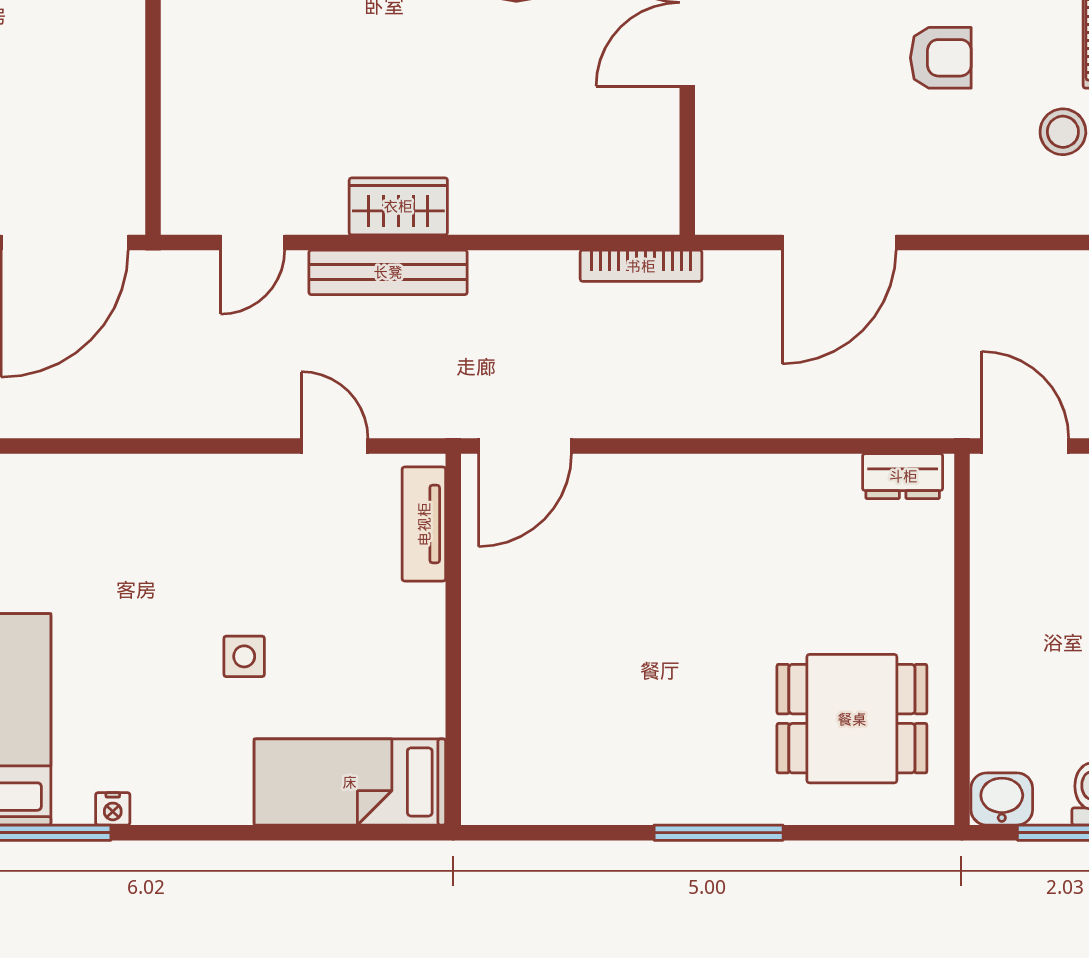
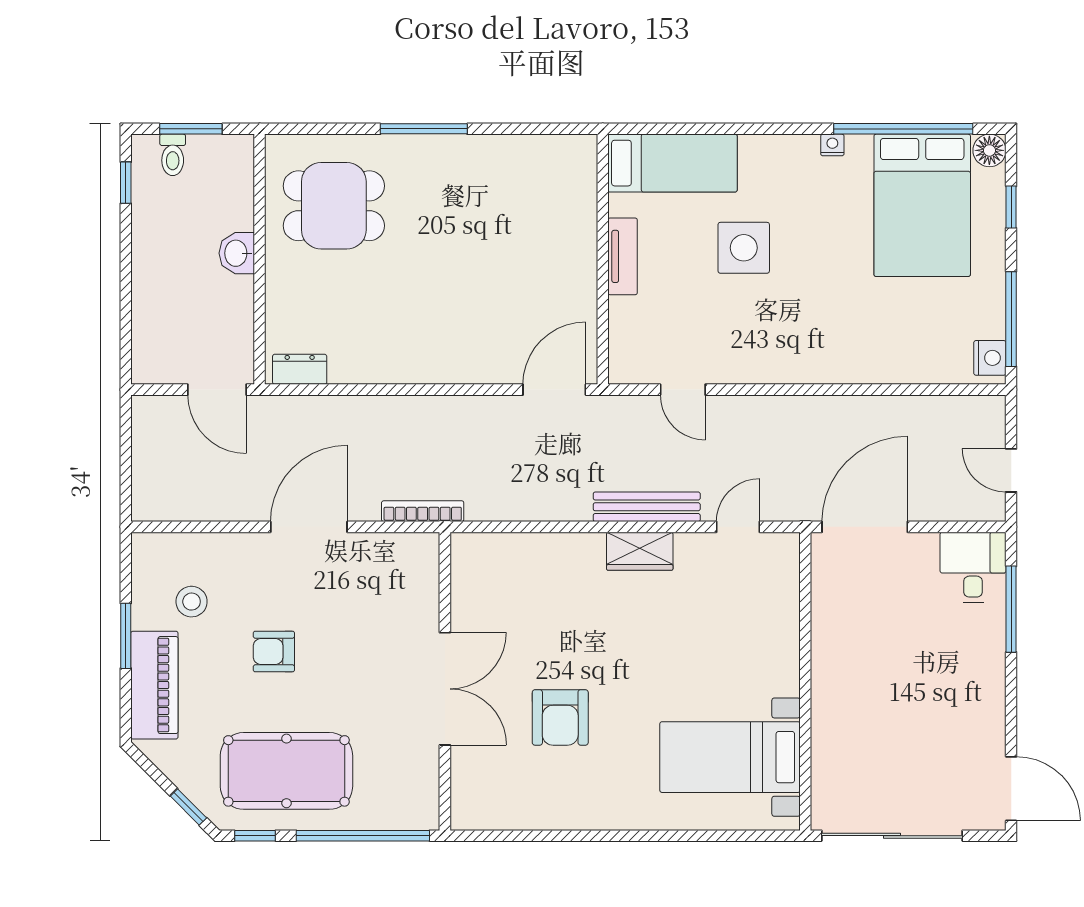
door: (839, 243) -> (309, 527), moved
bookcase: (641, 266) -> (423, 511), moved
tv unit: (424, 524) -> (623, 256), moved
side table: (244, 656) -> (744, 248), width x1.87, depth x1.87
washbasin: (1002, 799) -> (237, 253), moved, turned 90

